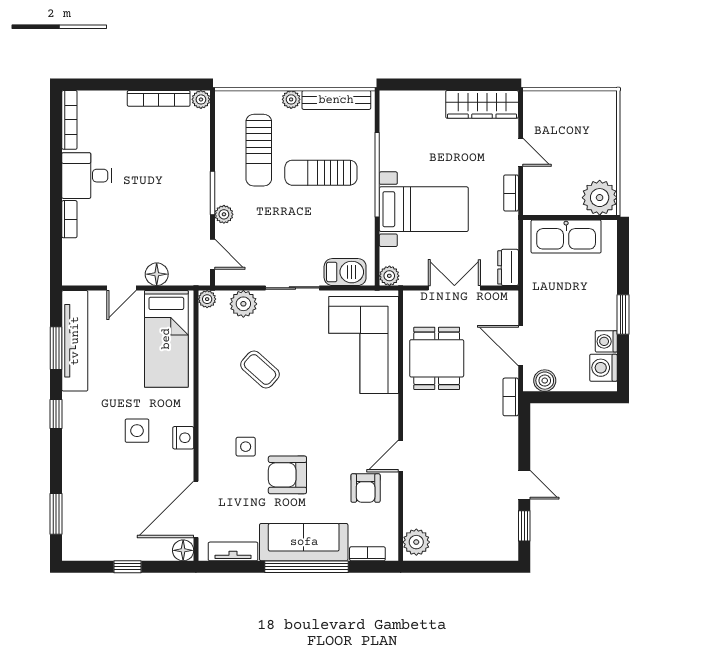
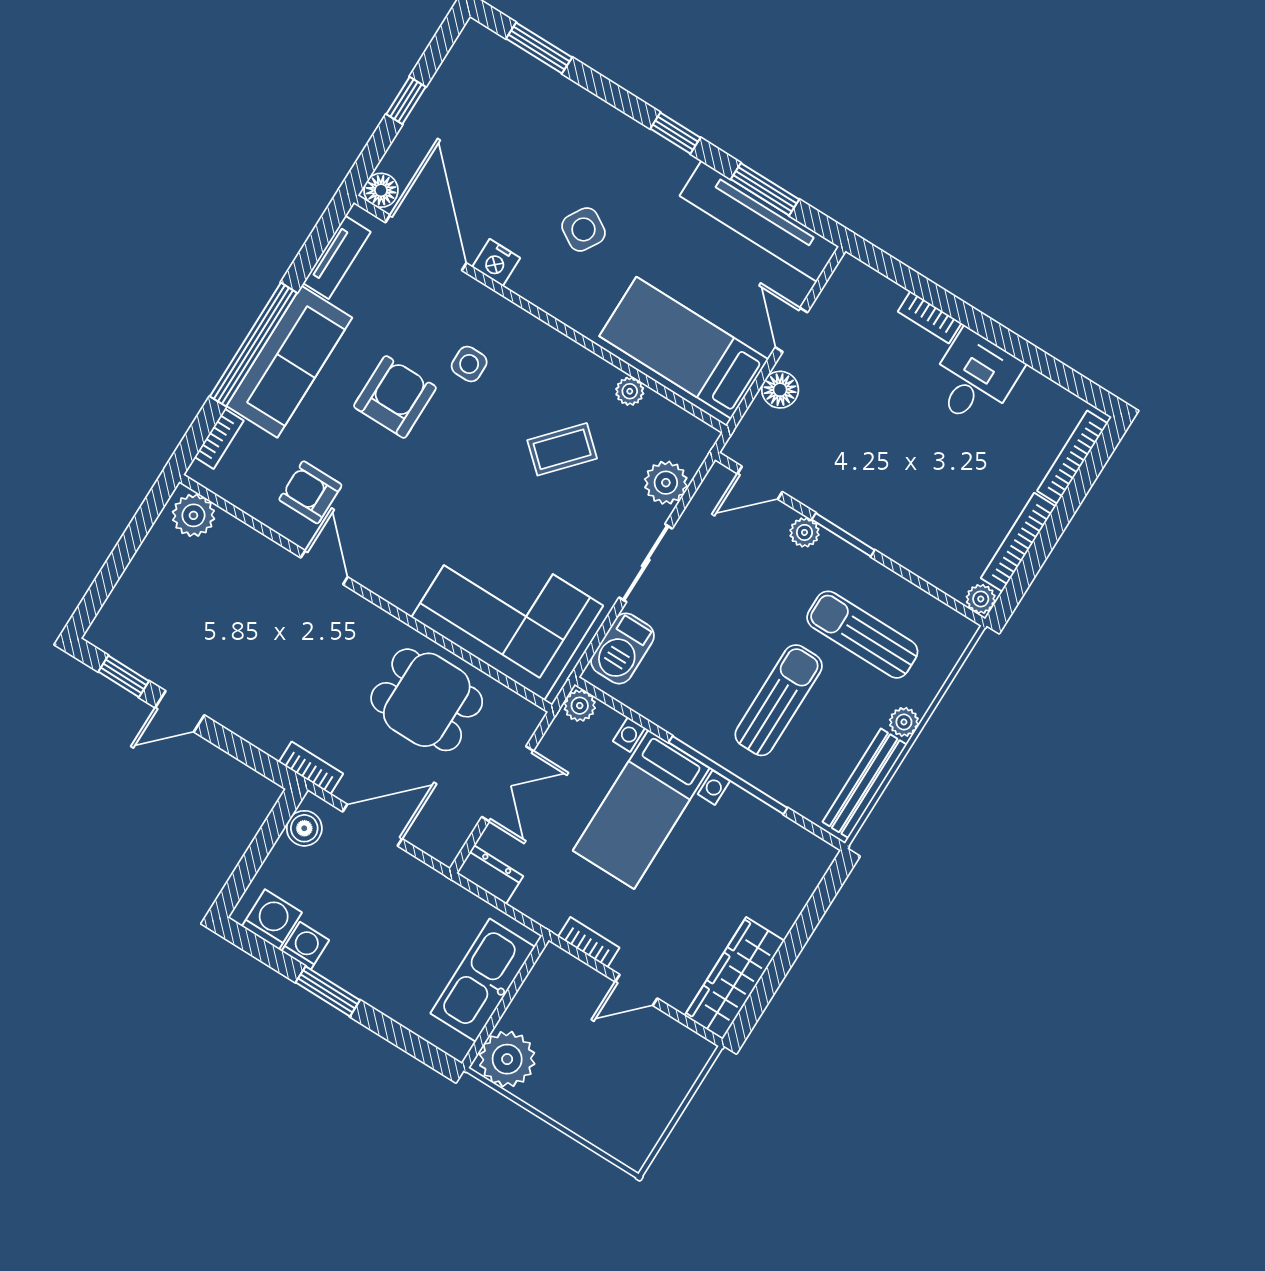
bookcase: (69, 120) -> (1072, 457), moved, turned 90
plant: (207, 299) -> (630, 391), moved
side table: (137, 431) -> (584, 229), turned 31
nightstand: (183, 438) -> (496, 263), moved

